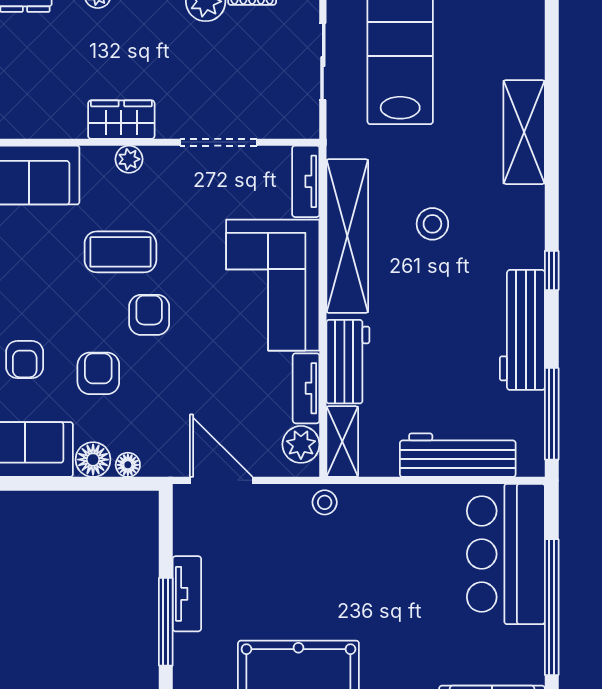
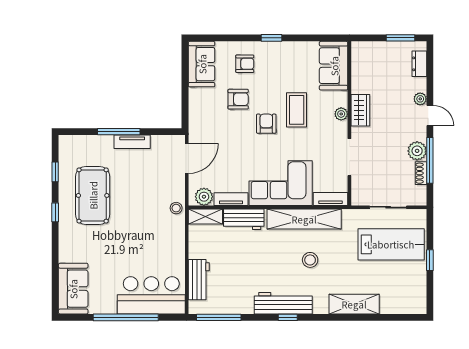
armchair: (149, 315) -> (266, 124), turned -90
workbench: (522, 330) -> (283, 303), moved
armchair: (25, 360) -> (245, 64), turned 180
workbench: (458, 455) -> (199, 280), width x0.73
floor lamp: (93, 460) -> (197, 97), removed
floor lamp: (128, 465) -> (194, 113), removed

